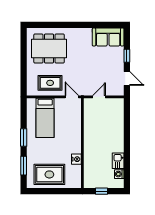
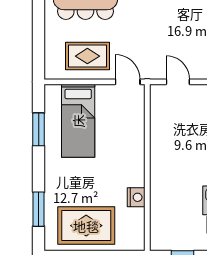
door: (99, 97) -> (178, 82), hinge flipped
window: (24, 138) -> (39, 129), moved

